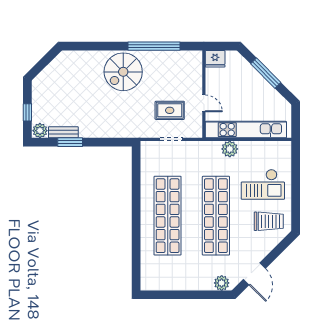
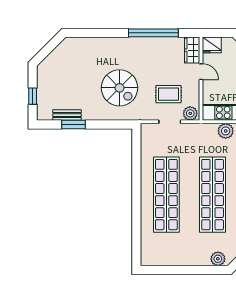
wardrobe: (195, 64) -> (192, 50), added
spiral stairs: (123, 72) -> (119, 88), moved, turned -90
door: (204, 103) -> (201, 72), moved
plant: (40, 131) -> (190, 113), moved

